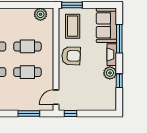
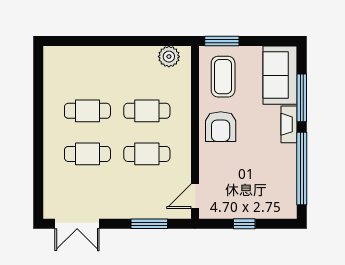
armchair: (71, 56) -> (221, 127), turned 88
plant: (110, 73) -> (286, 155), removed
window: (119, 81) -> (302, 169), width x3.17
window: (71, 113) -> (244, 224), moved

